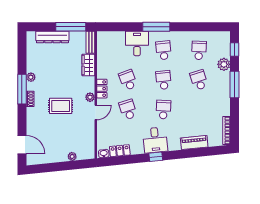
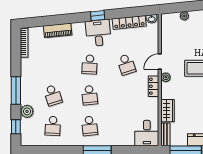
desk: (137, 43) -> (147, 133), moved
school desk: (128, 80) -> (126, 95), removed
locker: (120, 151) -> (129, 22), width x1.53

